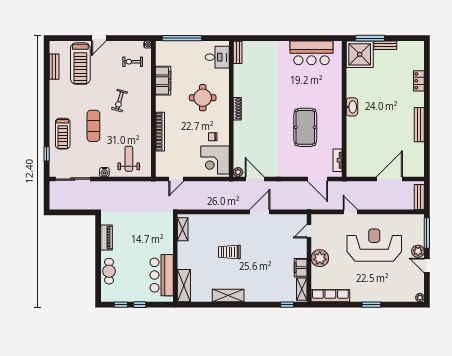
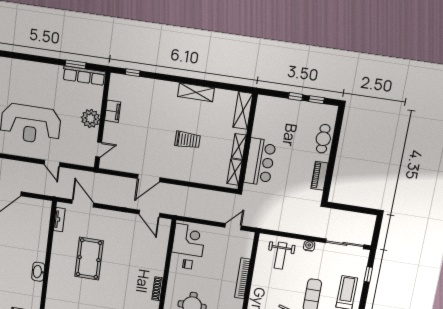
plant: (238, 172) -> (166, 224), removed
bar counter: (162, 275) -> (260, 162), moved
shelving: (302, 289) -> (239, 146), moved
window: (371, 305) -> (75, 64), moved

